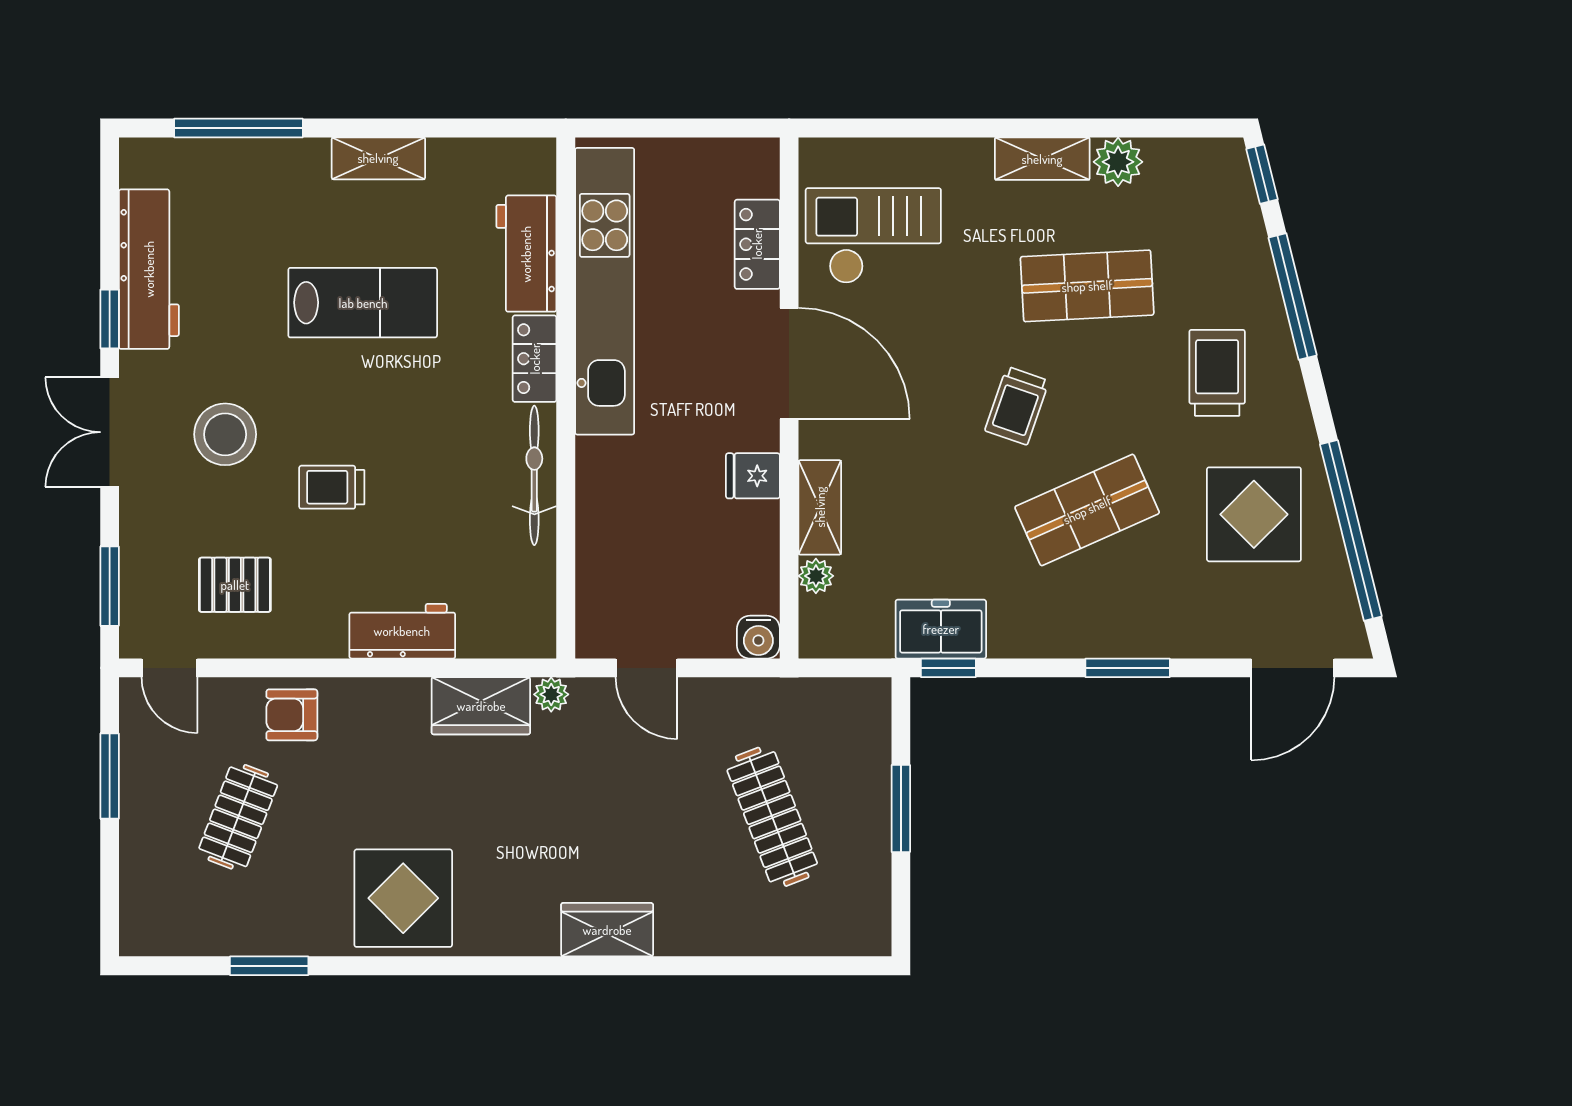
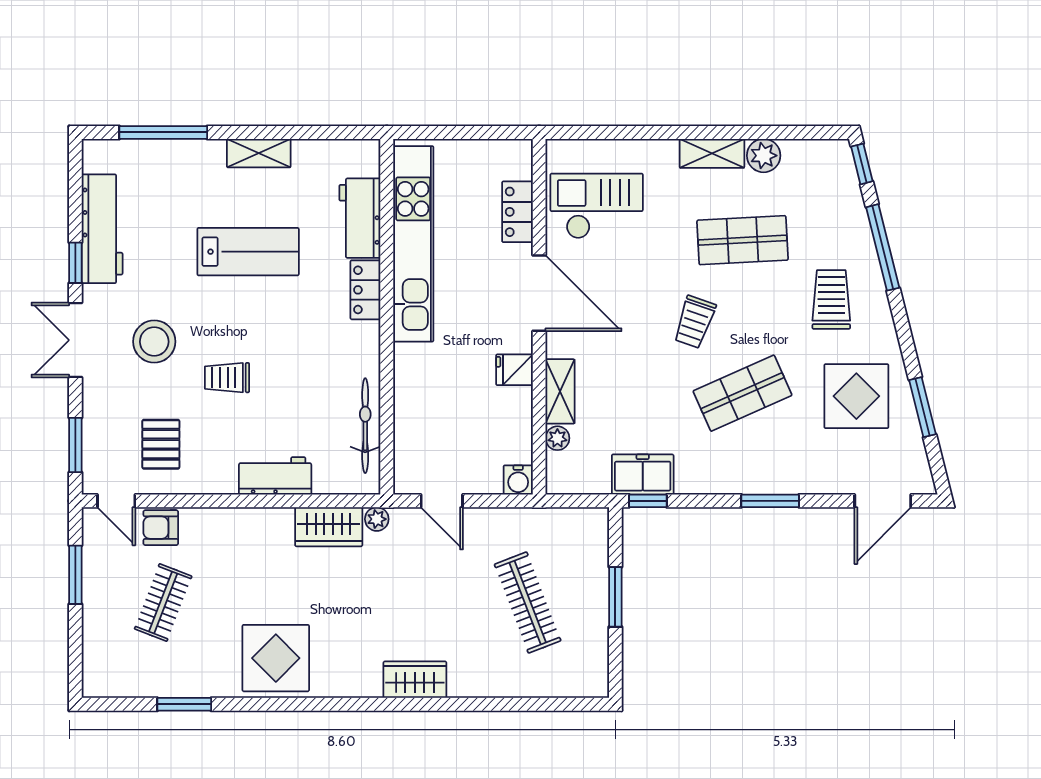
bicycle: (534, 475) -> (365, 426), moved
window: (1351, 530) -> (923, 407), width x0.47
pallet: (235, 585) -> (161, 444), turned 90
armchair: (292, 715) -> (161, 528), moved

